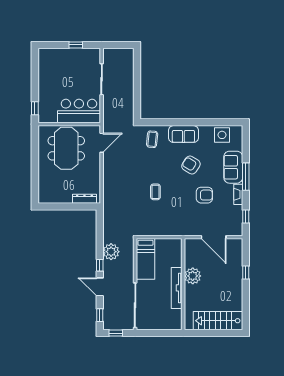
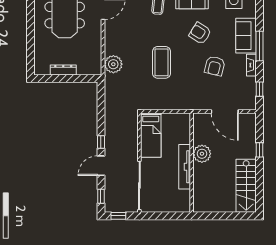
coffee table: (155, 192) -> (162, 62), width x1.86, depth x1.72
armchair: (204, 195) -> (215, 66), turned 104
dresser: (84, 199) -> (63, 70), moved
plant: (111, 252) -> (113, 64), moved
door: (100, 287) -> (101, 166), hinge flipped
stairs: (218, 321) -> (246, 186), moved, turned -90

